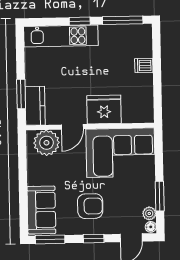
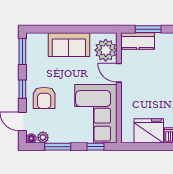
fridge: (104, 109) -> (149, 131), moved, turned -90
window: (159, 152) -> (96, 147), added
armchair: (90, 206) -> (44, 98), moved
sofa: (41, 210) -> (69, 45), moved

